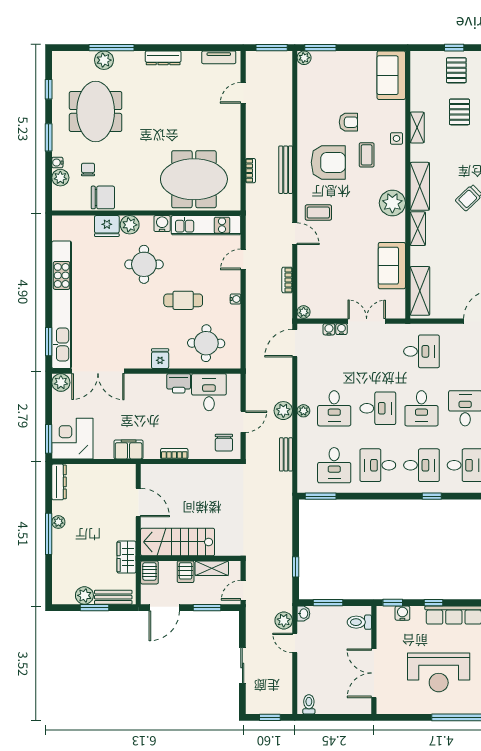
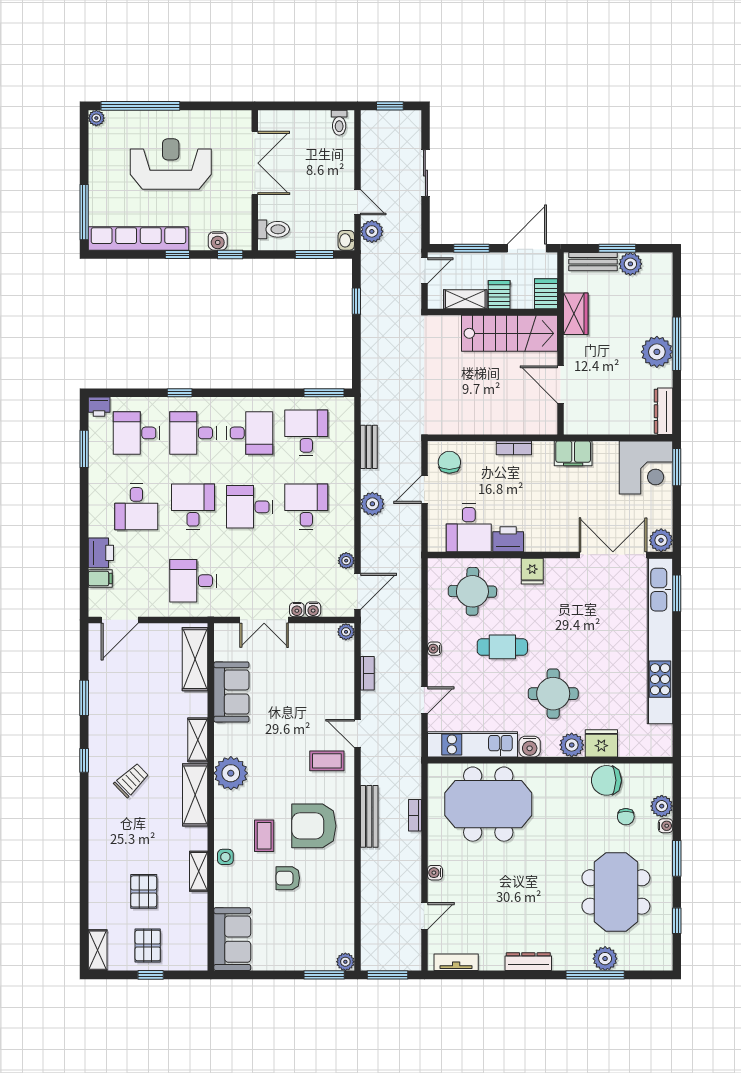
water cooler: (235, 126) -> (435, 873), added
plant: (303, 411) -> (346, 561), moved
plant: (58, 522) -> (657, 352), width x1.88, depth x1.88

